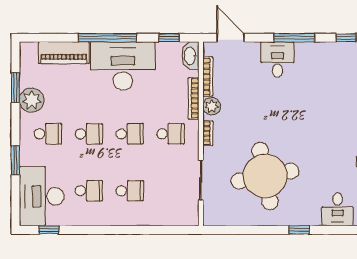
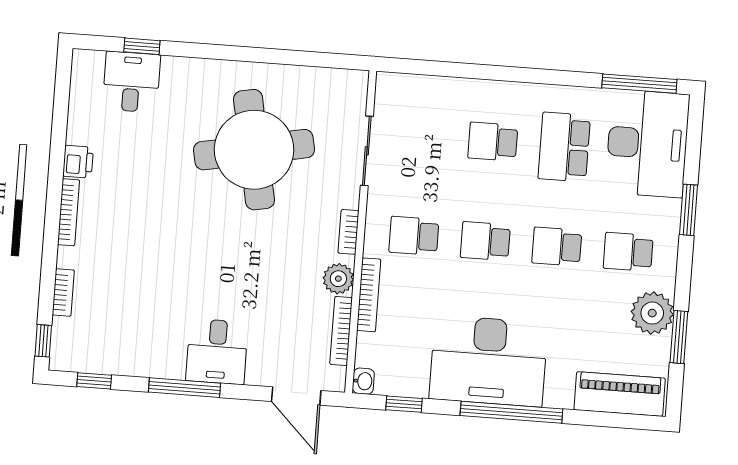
piano: (64, 53) -> (620, 394), moved
washbasin: (190, 56) -> (363, 381), width x0.52, depth x0.69
school desk: (89, 191) -> (564, 147), width x1.85
window: (49, 230) -> (639, 84), width x2.17
window: (299, 230) -> (142, 46), moved

